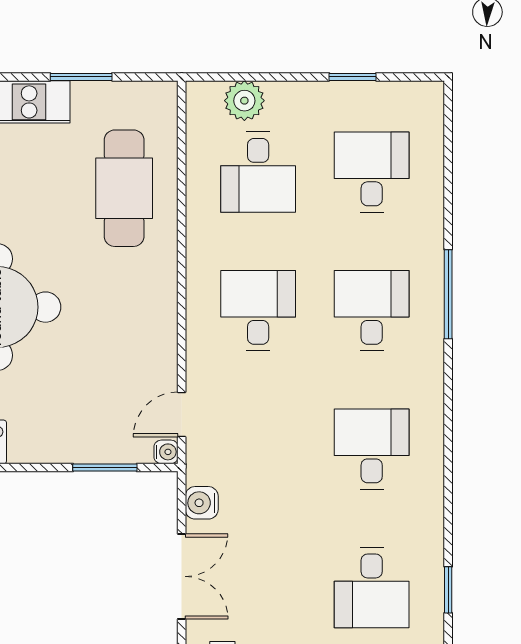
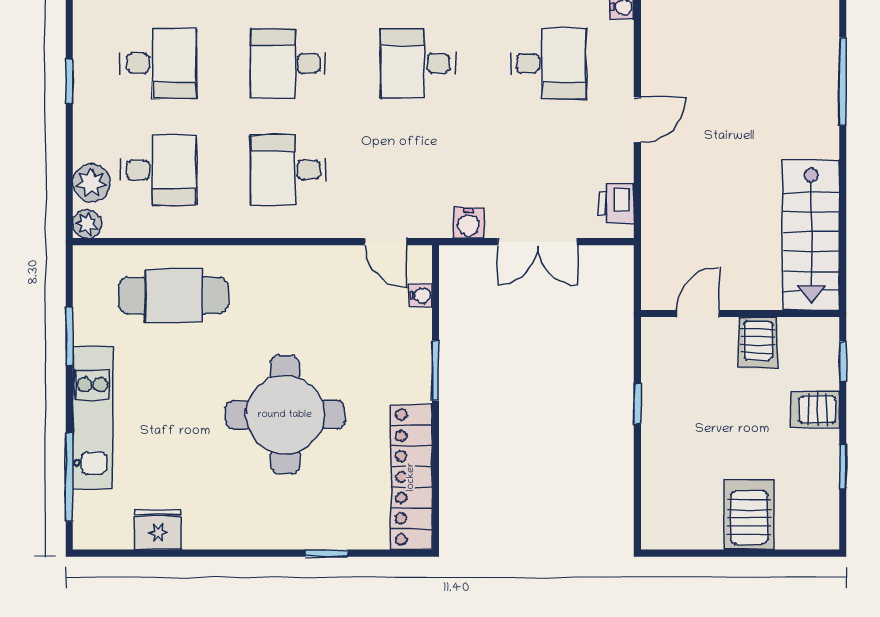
plant: (201, 96) -> (87, 224), added
desk: (372, 172) -> (158, 63), turned 180
water cooler: (166, 452) -> (421, 295), moved, turned 90
window: (105, 467) -> (435, 371), moved
double door: (182, 576) -> (538, 242), swing flipped

